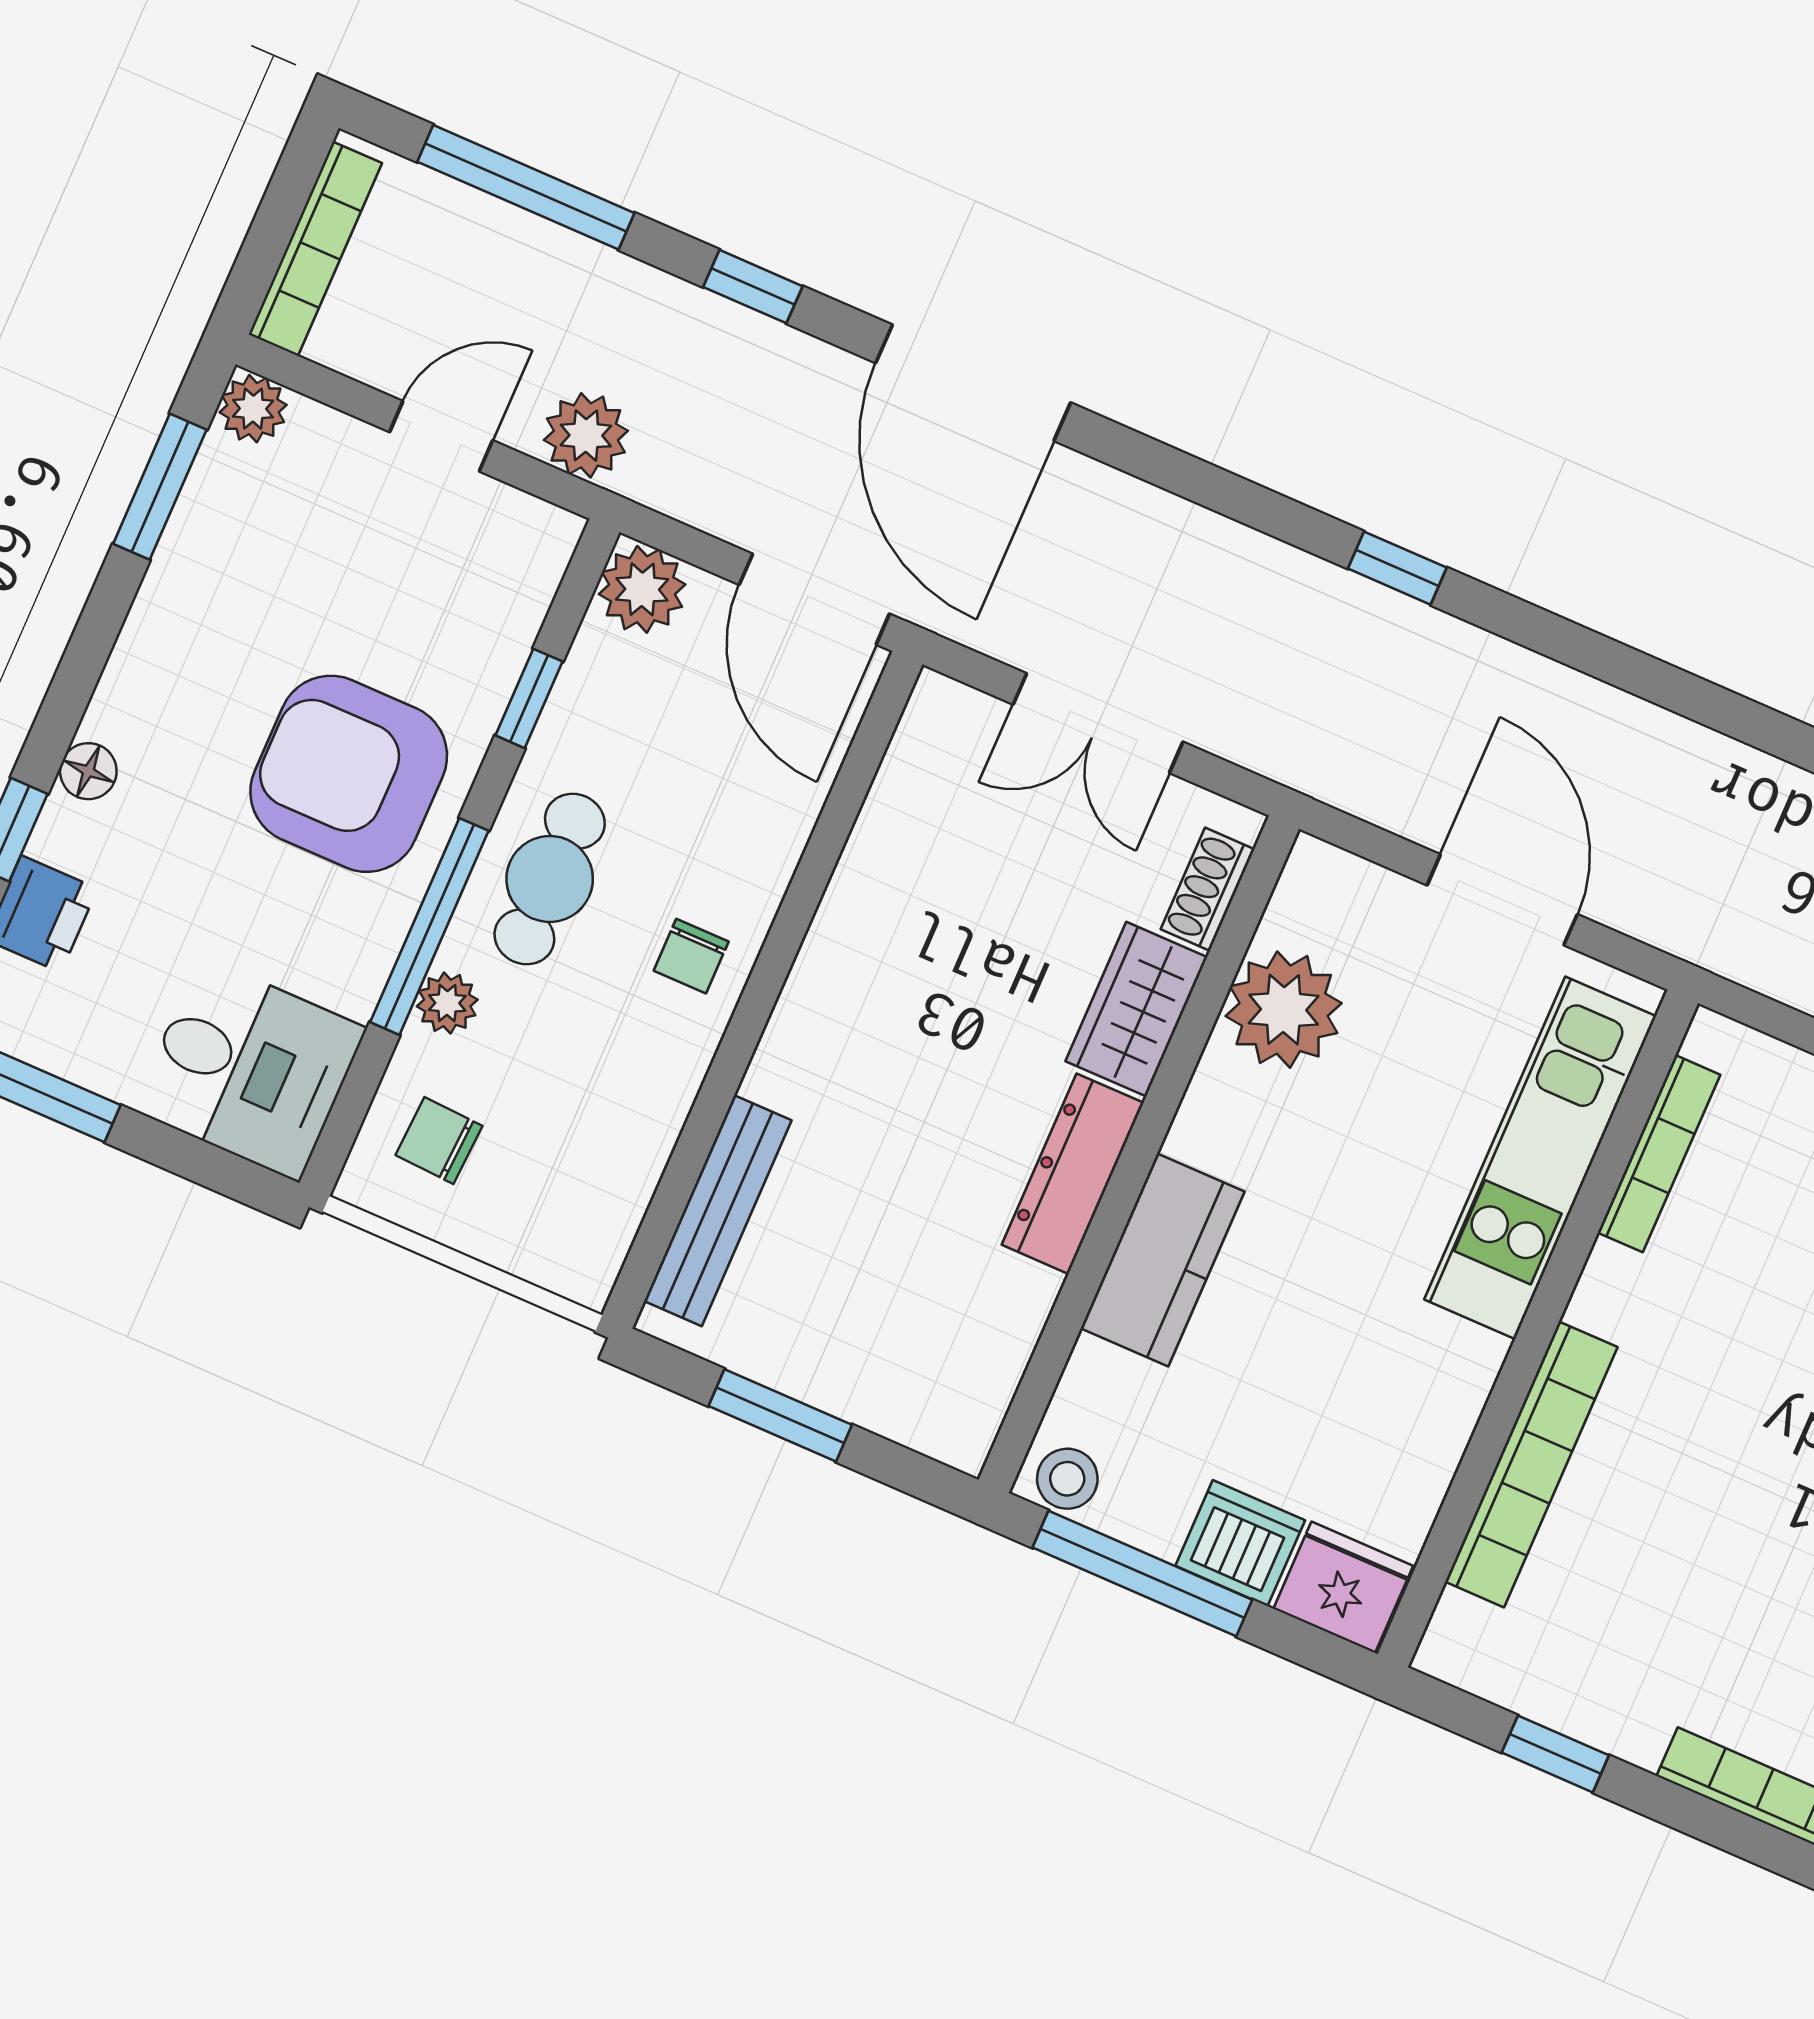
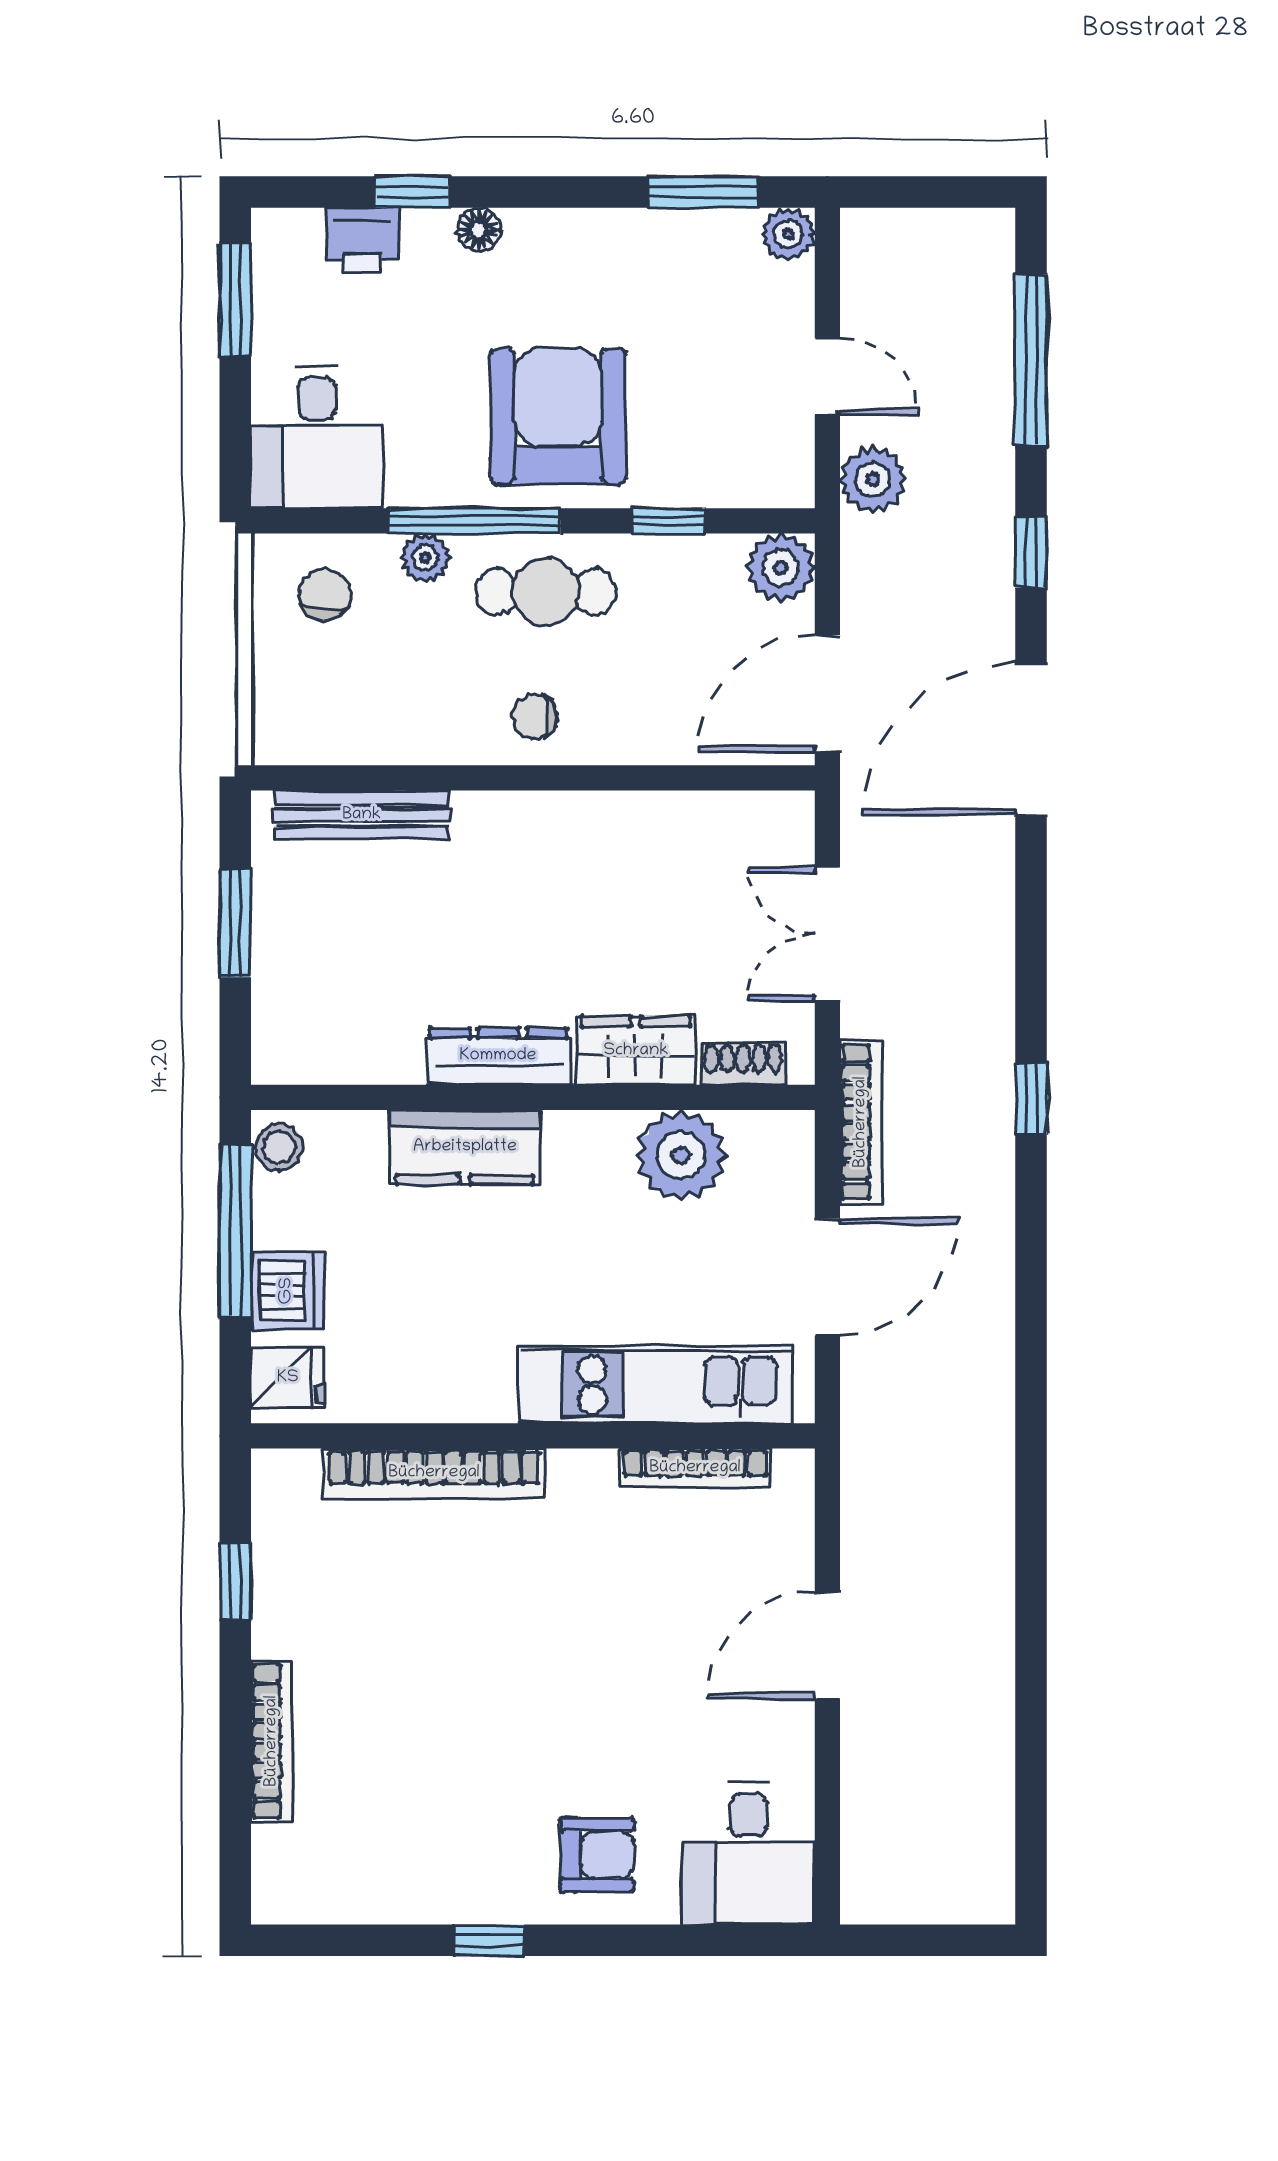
bookcase: (315, 249) -> (861, 1122), moved, turned -90
fridge: (1343, 1587) -> (288, 1378), width x0.72

